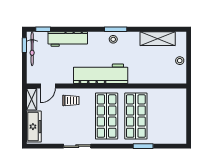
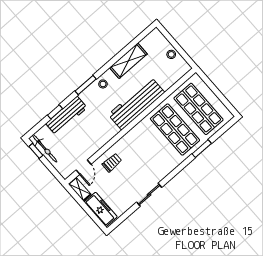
window: (43, 29) -> (55, 112), moved
window: (116, 29) -> (86, 85), moved
shelving: (158, 39) -> (128, 61), moved
workbench: (101, 74) -> (136, 104), moved
shop shelf: (107, 116) -> (199, 109), moved

